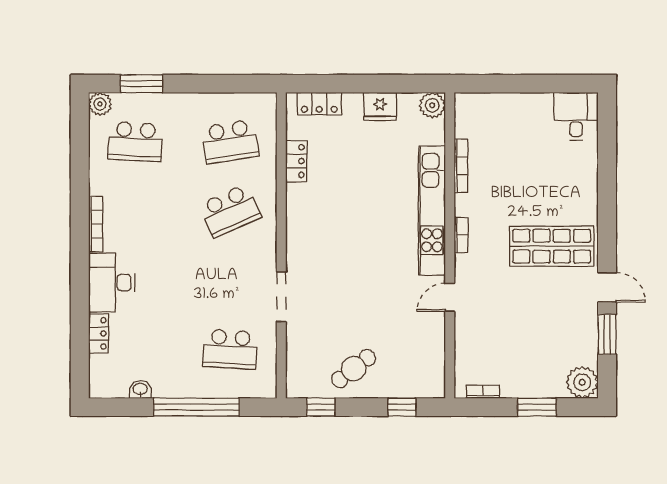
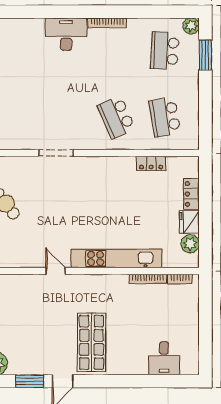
locker: (319, 104) -> (191, 194), moved
plant: (432, 105) -> (190, 244), moved
desk: (576, 116) -> (164, 358), moved, turned 90
bookcase: (461, 235) -> (180, 279), moved
locker: (98, 333) -> (30, 25), removed
school desk: (230, 349) -> (19, 117), removed

